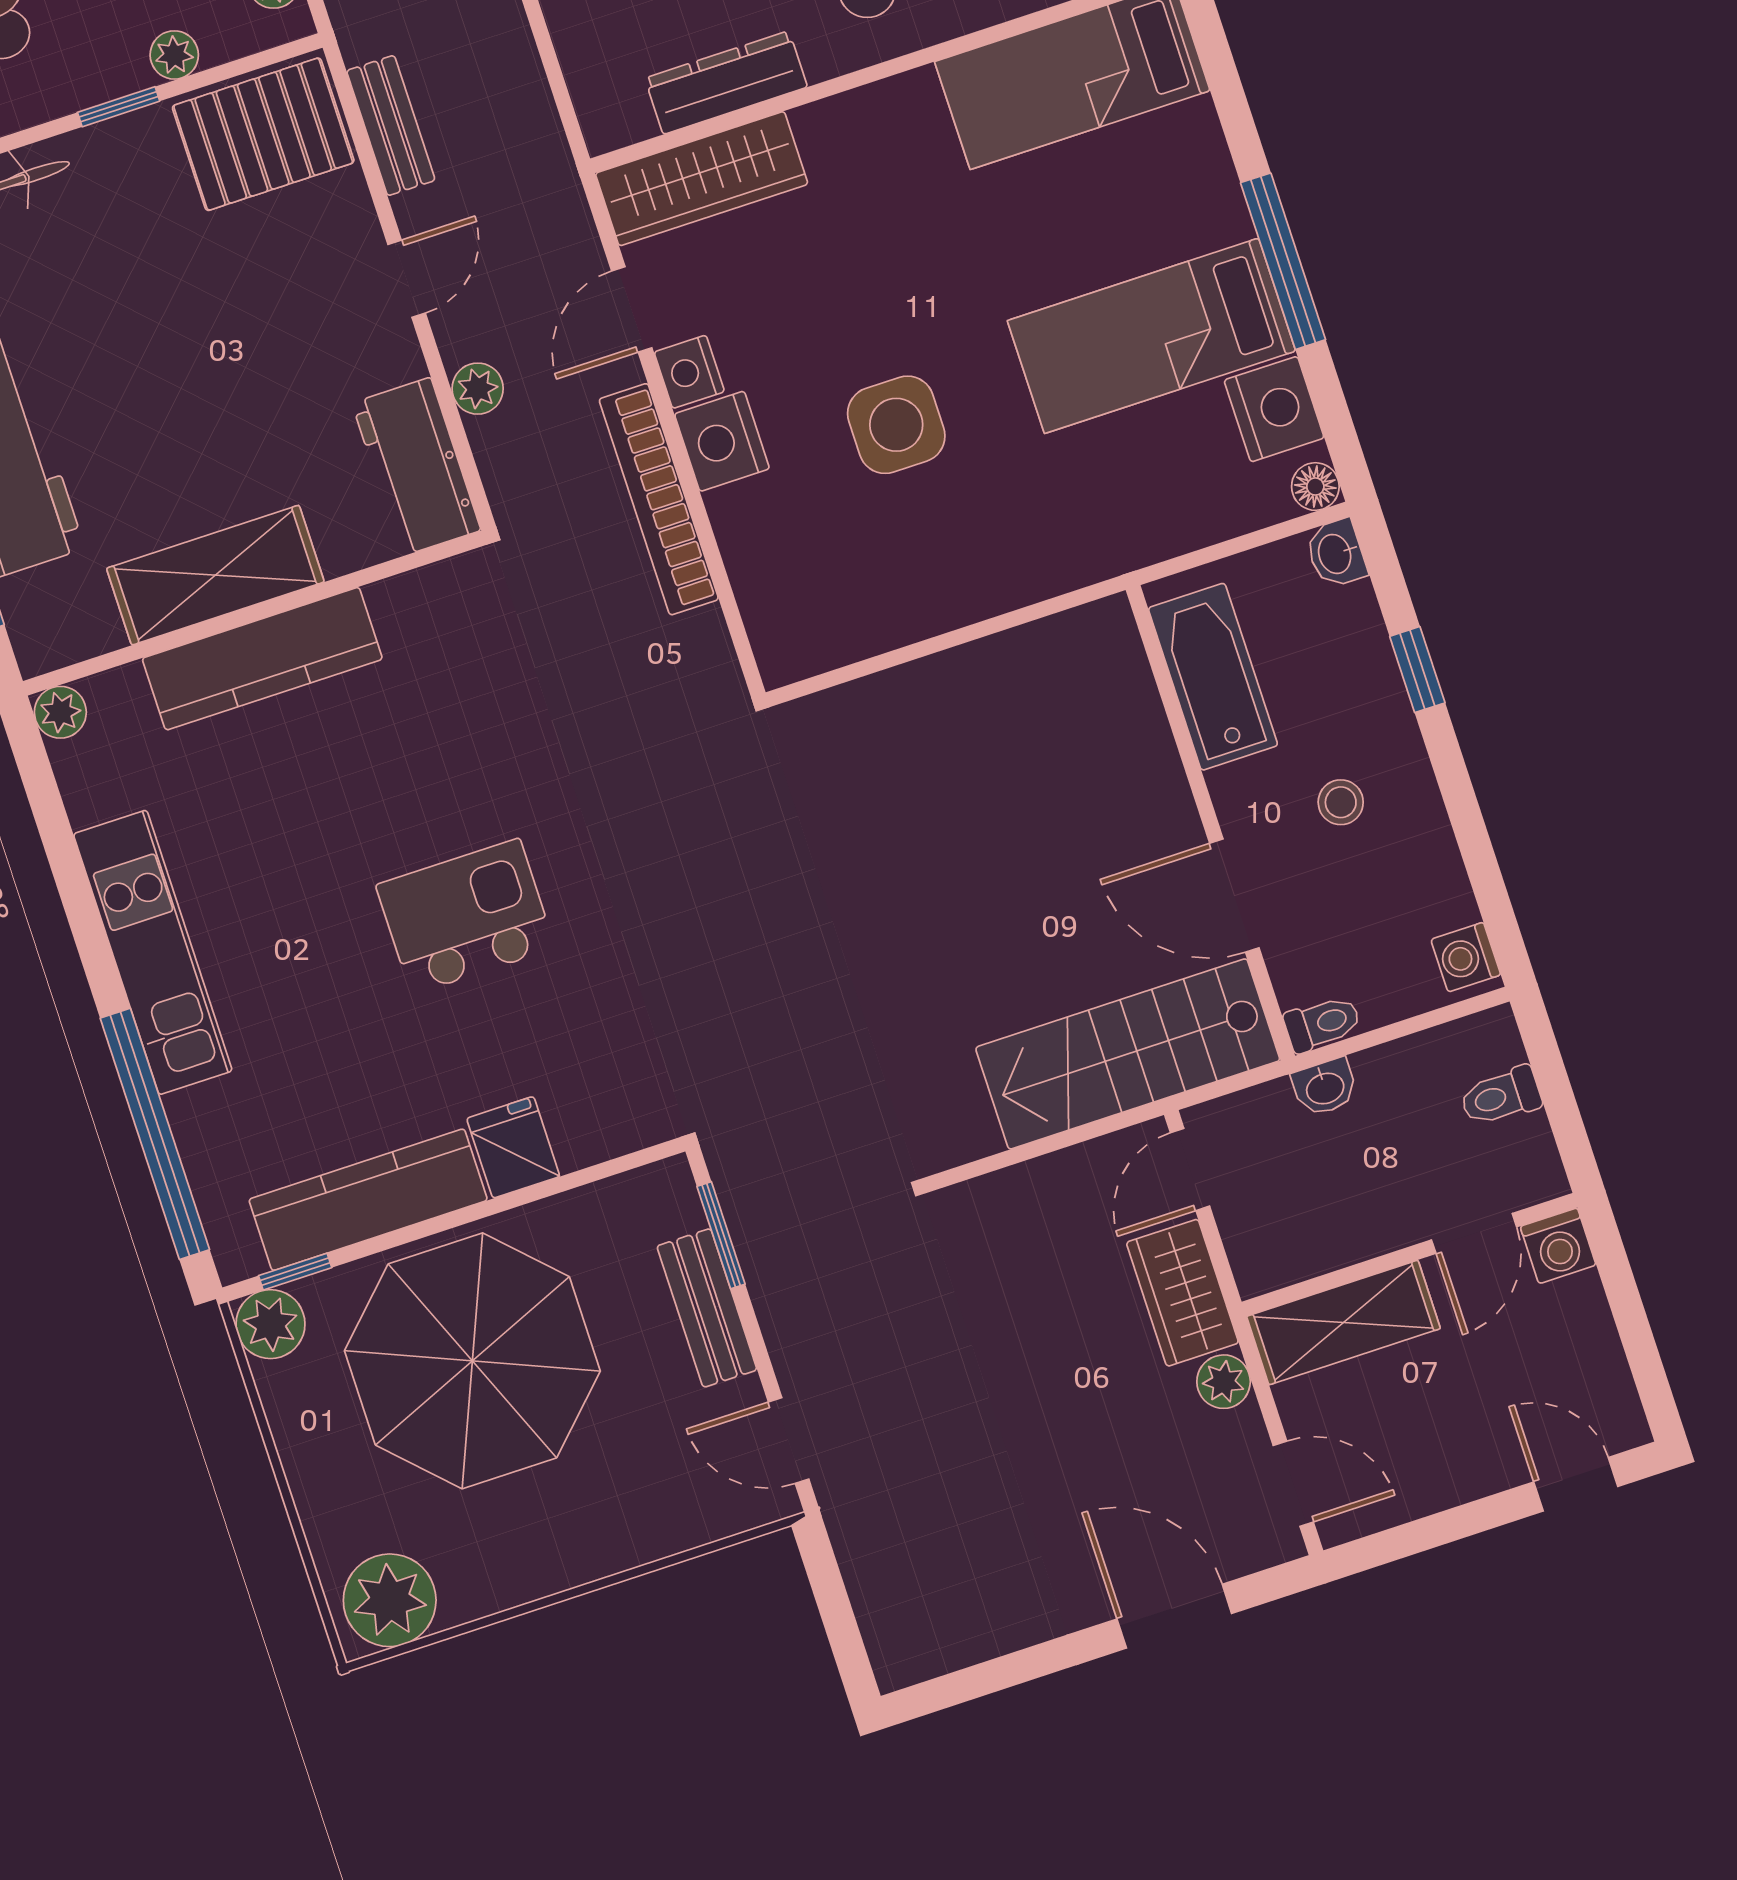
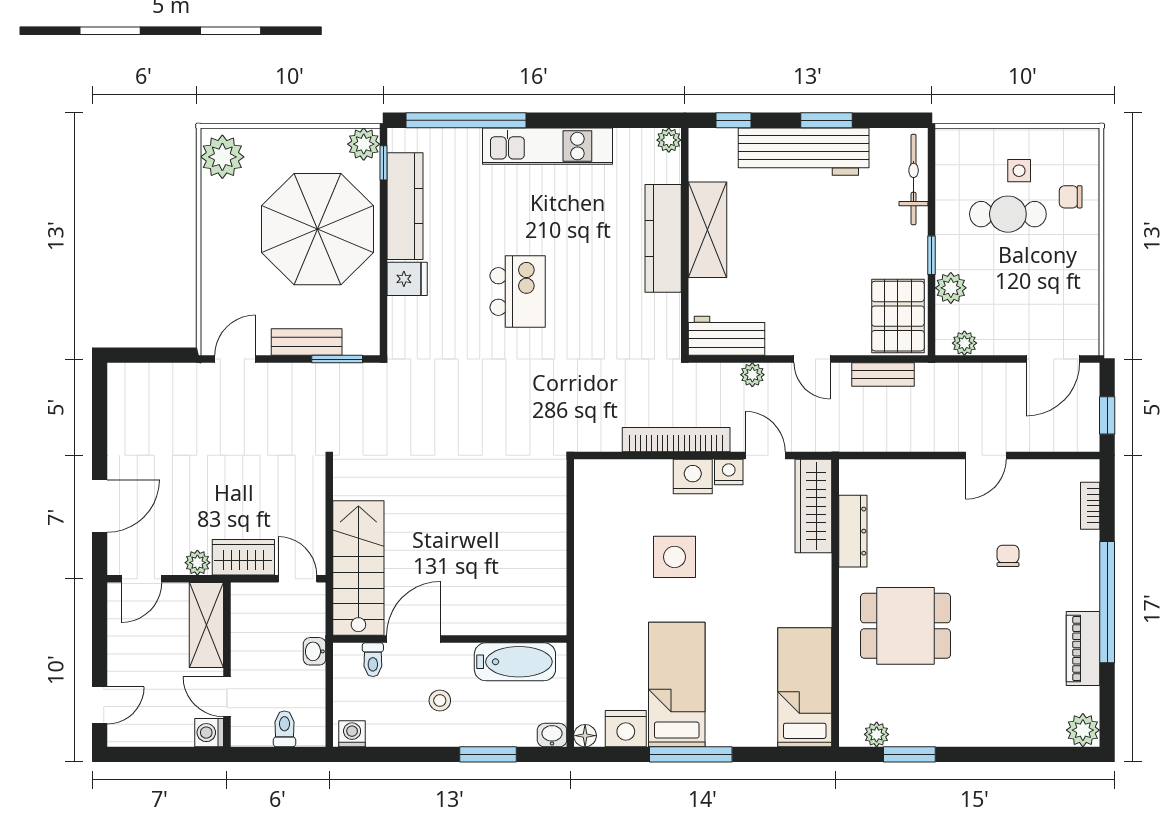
plant: (174, 55) -> (951, 288), width x1.38, depth x1.38
window: (1417, 670) -> (488, 754), width x1.50
toilet: (1322, 1024) -> (373, 660), moved

